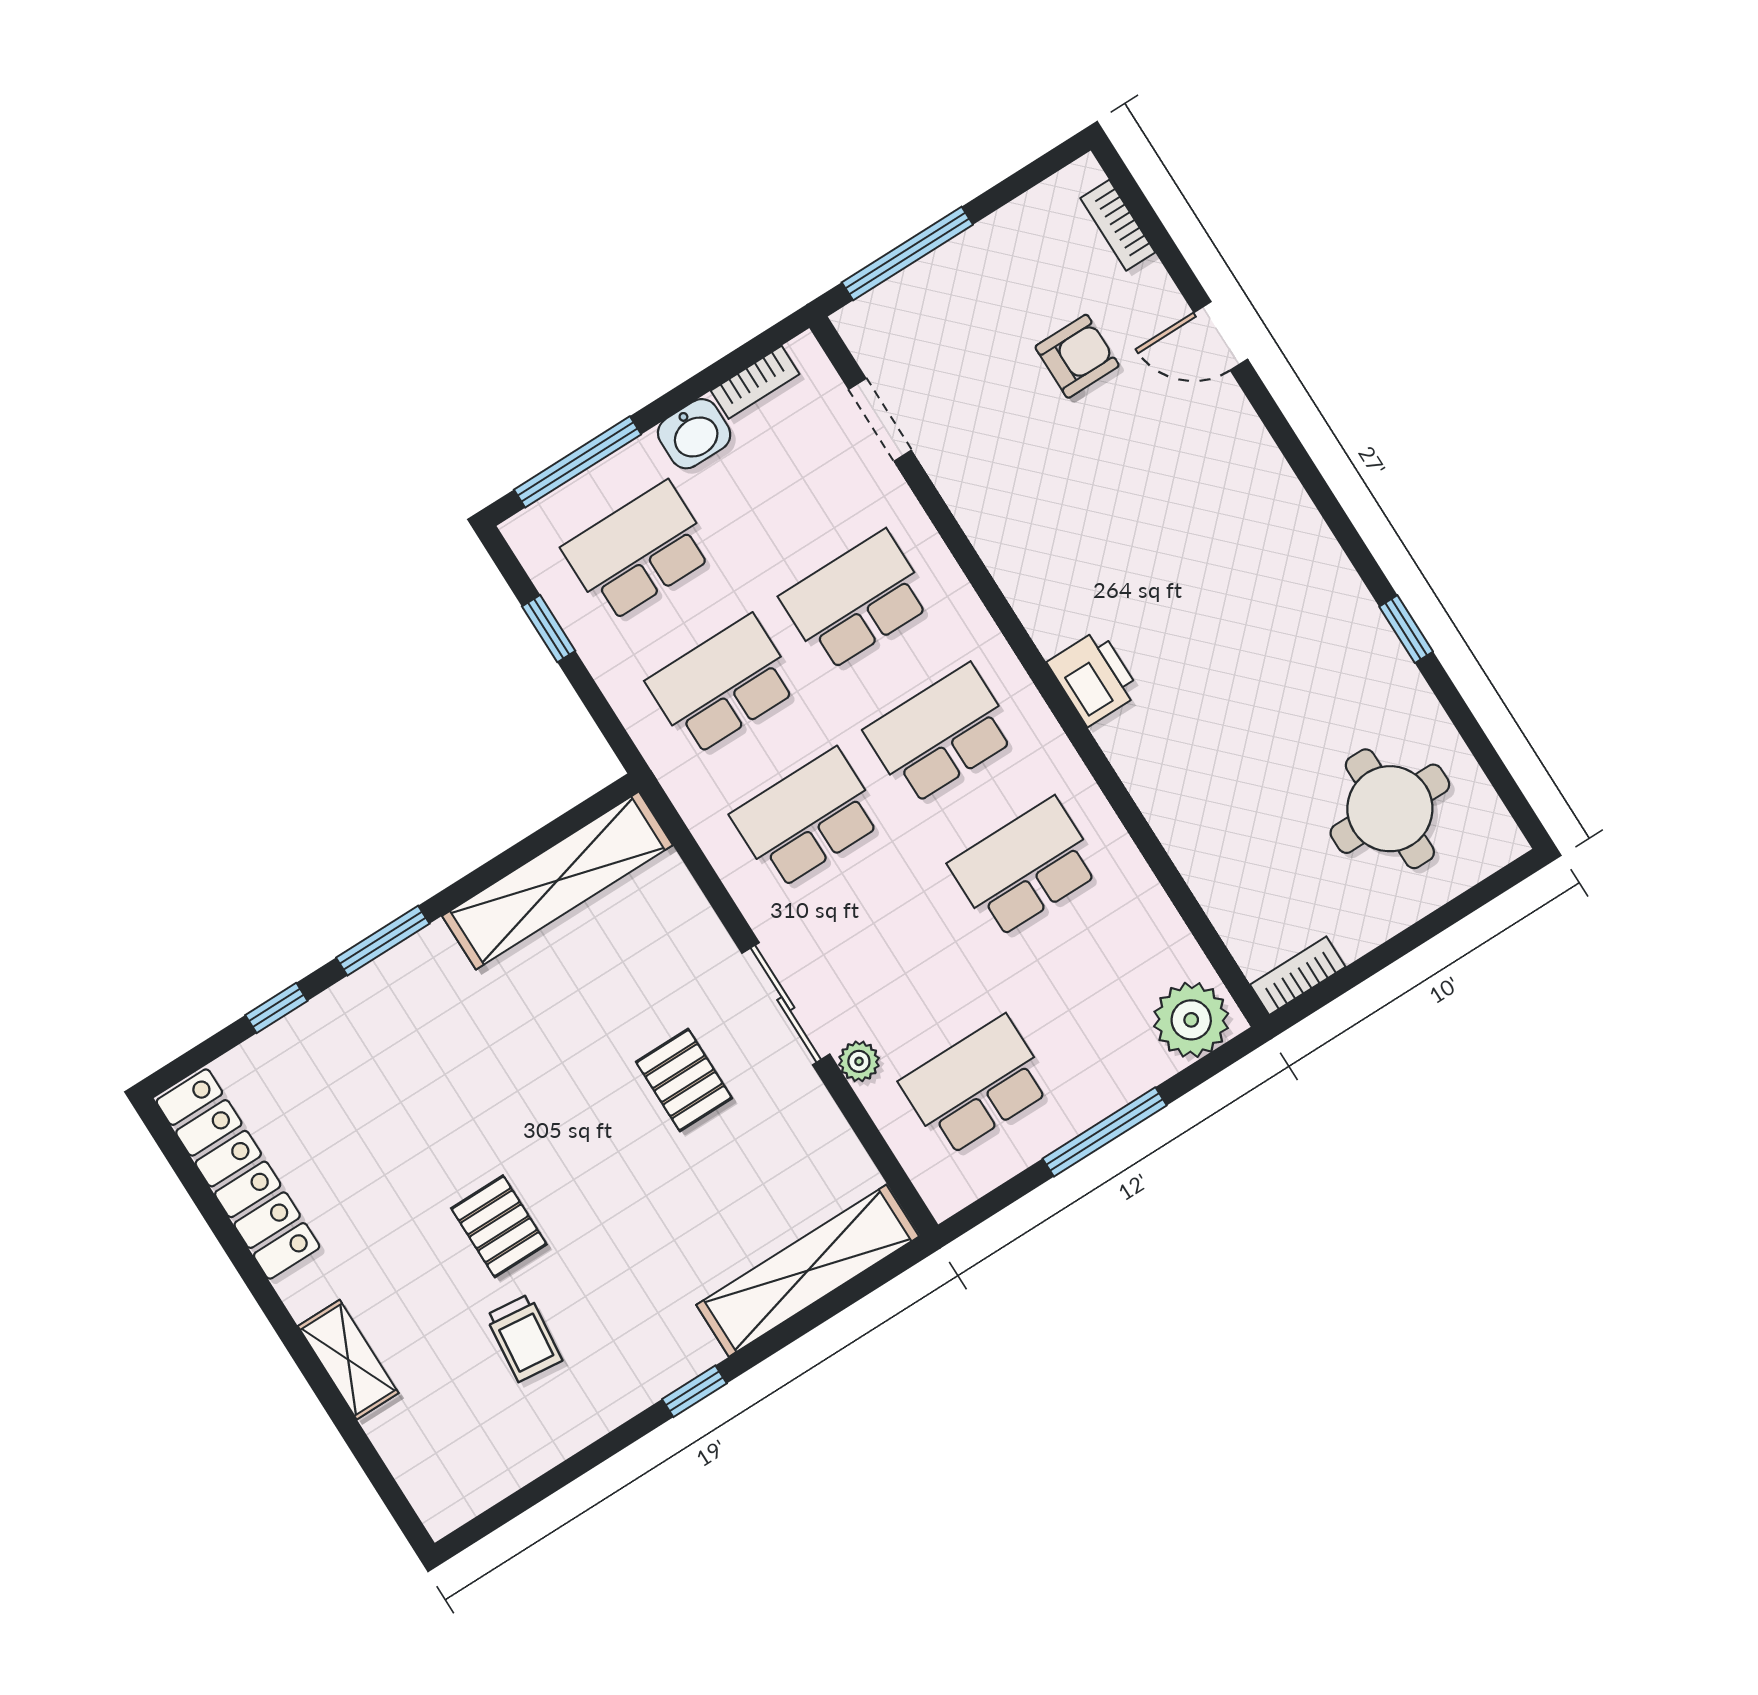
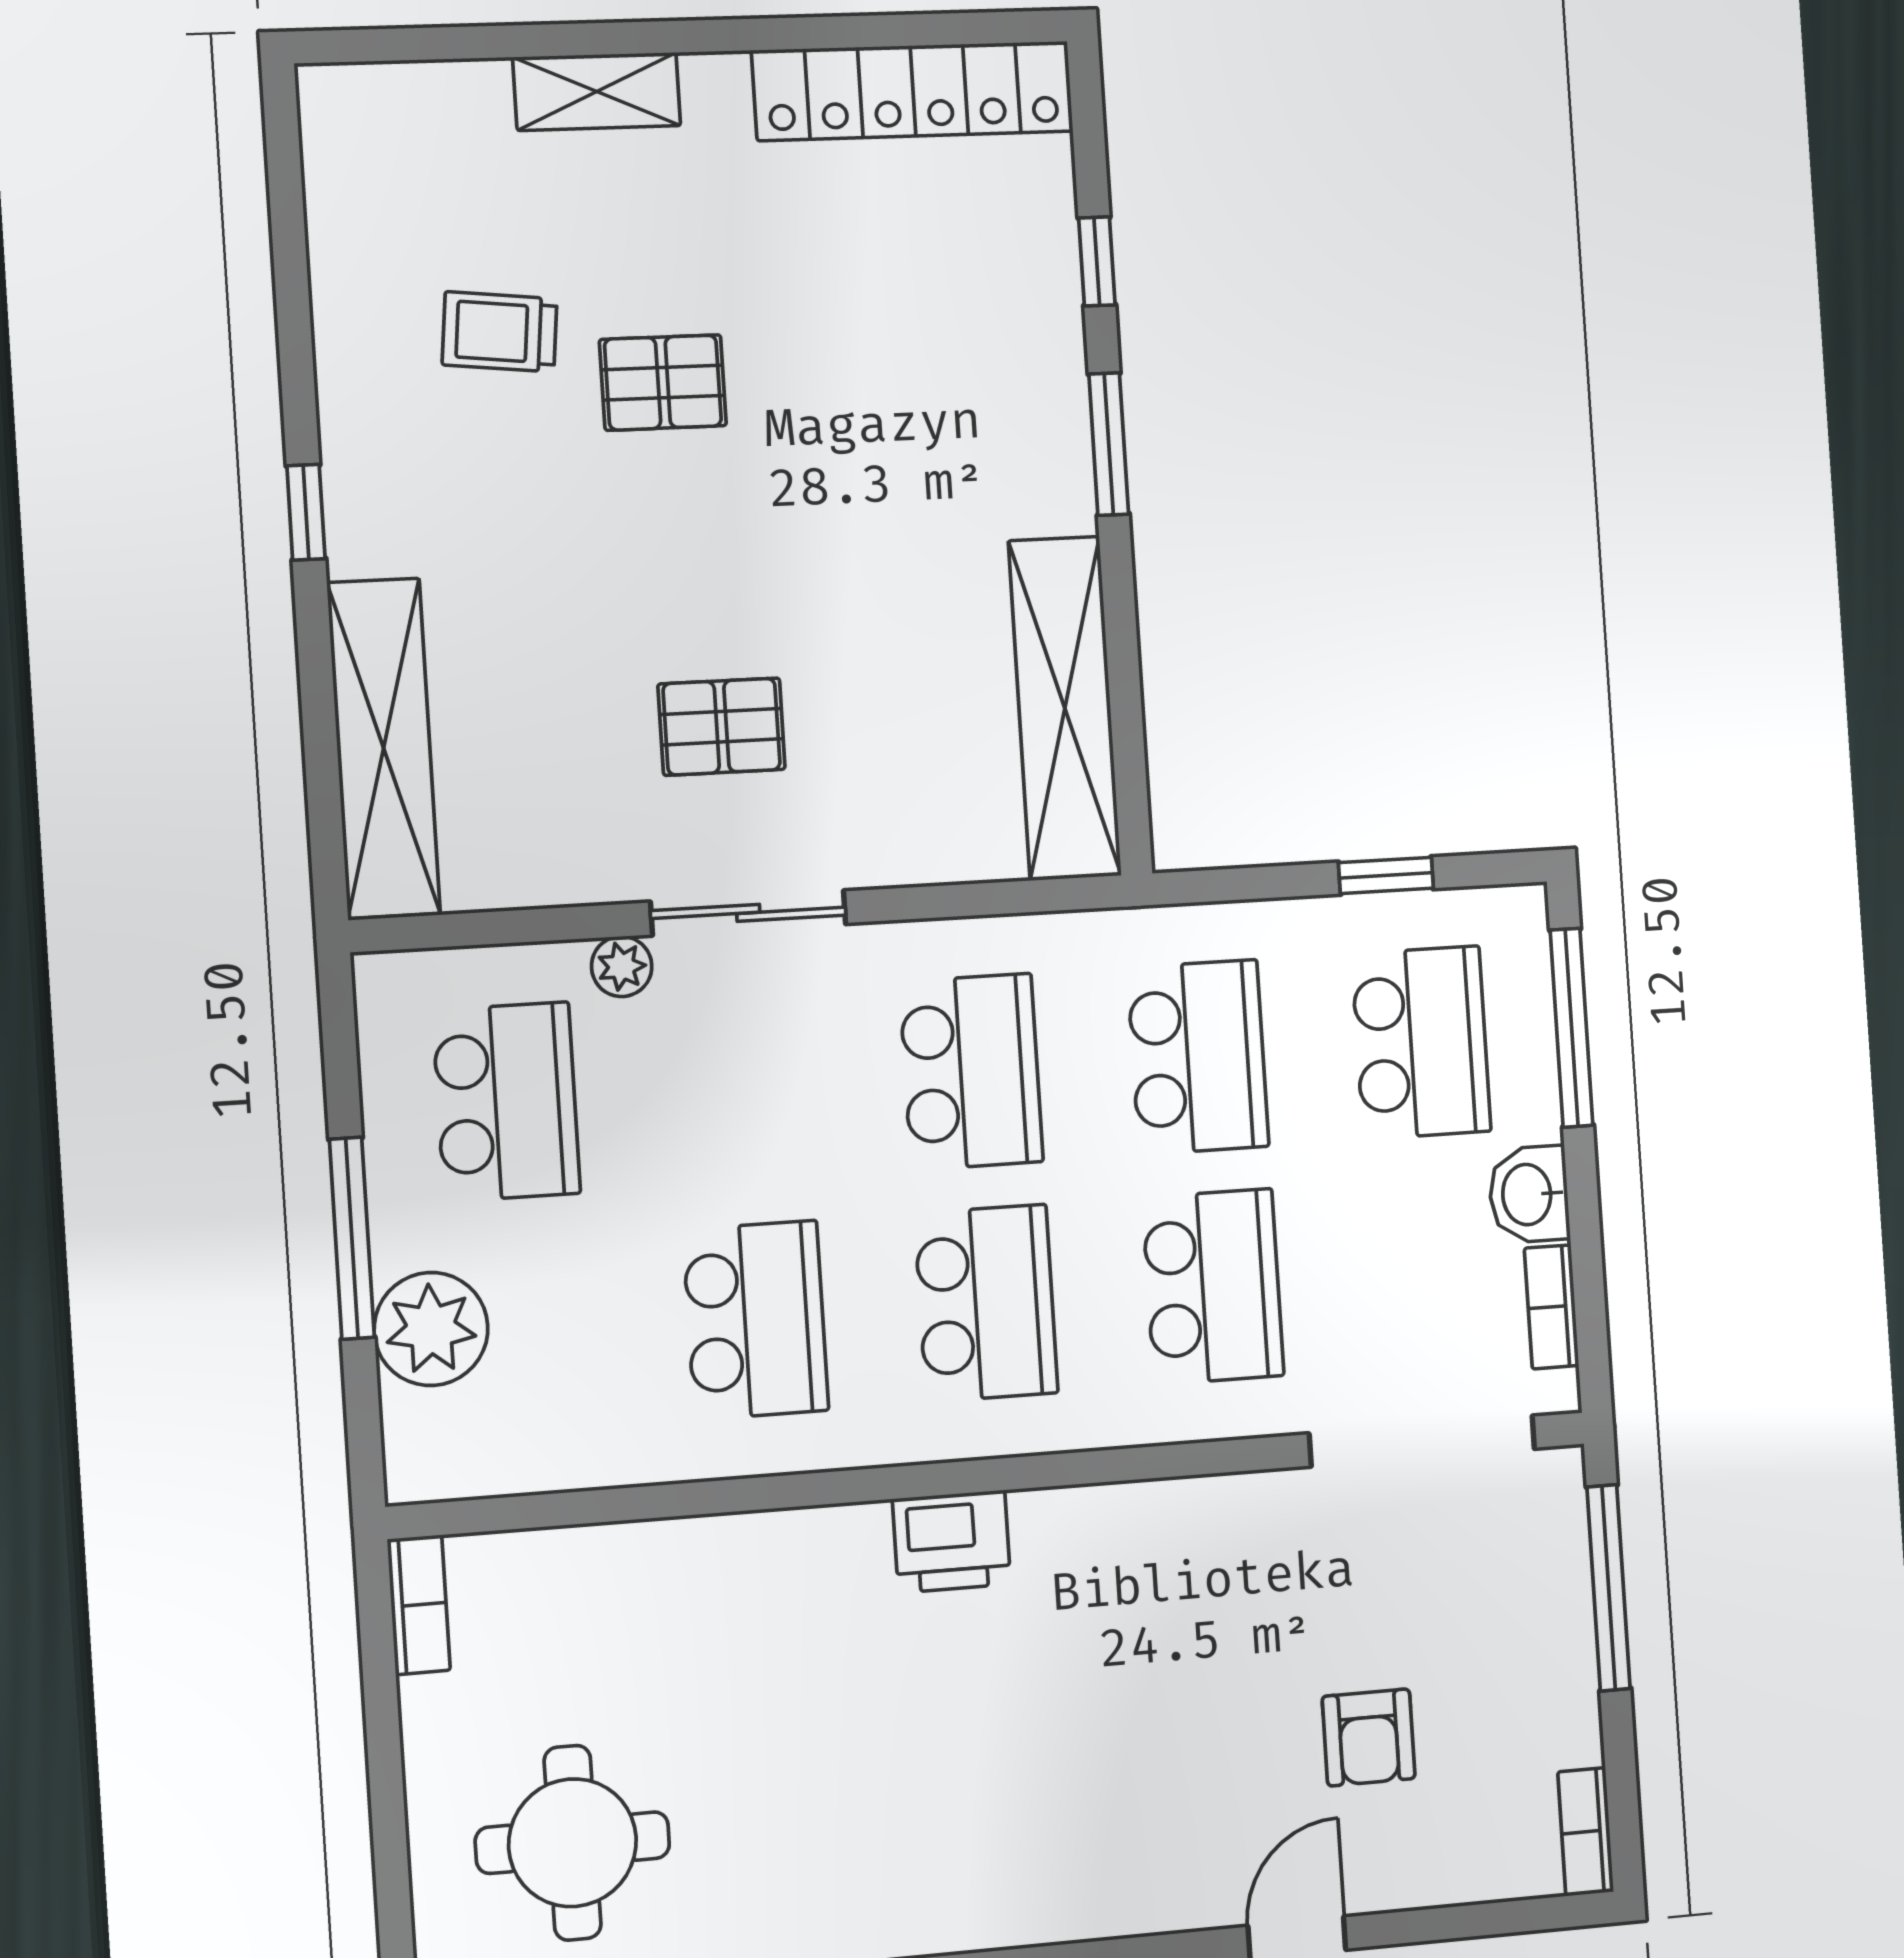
bookcase: (1118, 225) -> (1586, 1832), moved, turned -90
doorway: (880, 420) -> (1422, 1441), width x1.88
plant: (1191, 1020) -> (431, 1329), moved

